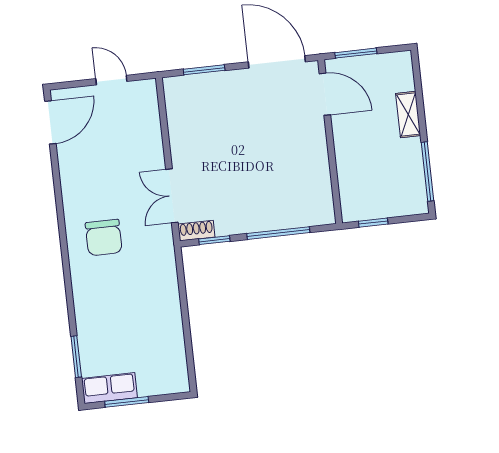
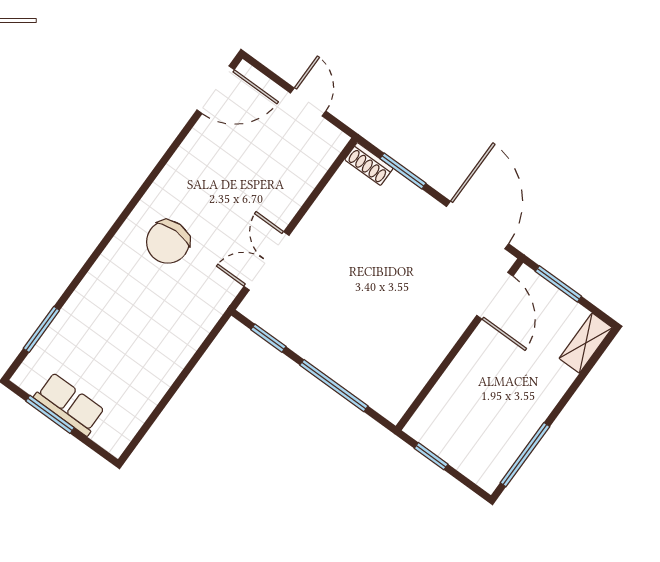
shelving: (408, 114) -> (586, 343), moved
shoe rack: (196, 231) -> (369, 164), moved, turned 180
row of seats: (109, 388) -> (69, 404), moved

